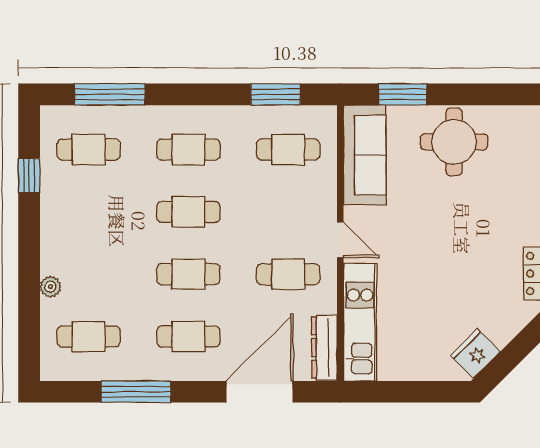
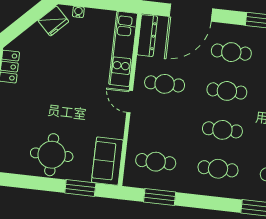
sofa: (365, 155) -> (107, 161), width x0.73
water cooler: (438, 372) -> (78, 12), added

